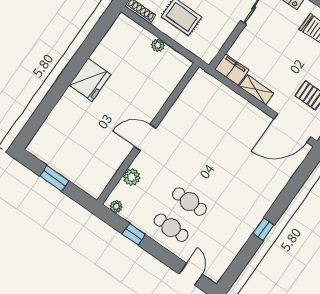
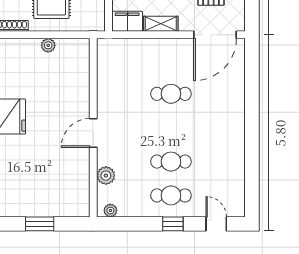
cafe table: (226, 149) -> (171, 94), added
window: (263, 229) -> (252, 140), removed
window: (134, 234) -> (173, 224), moved

